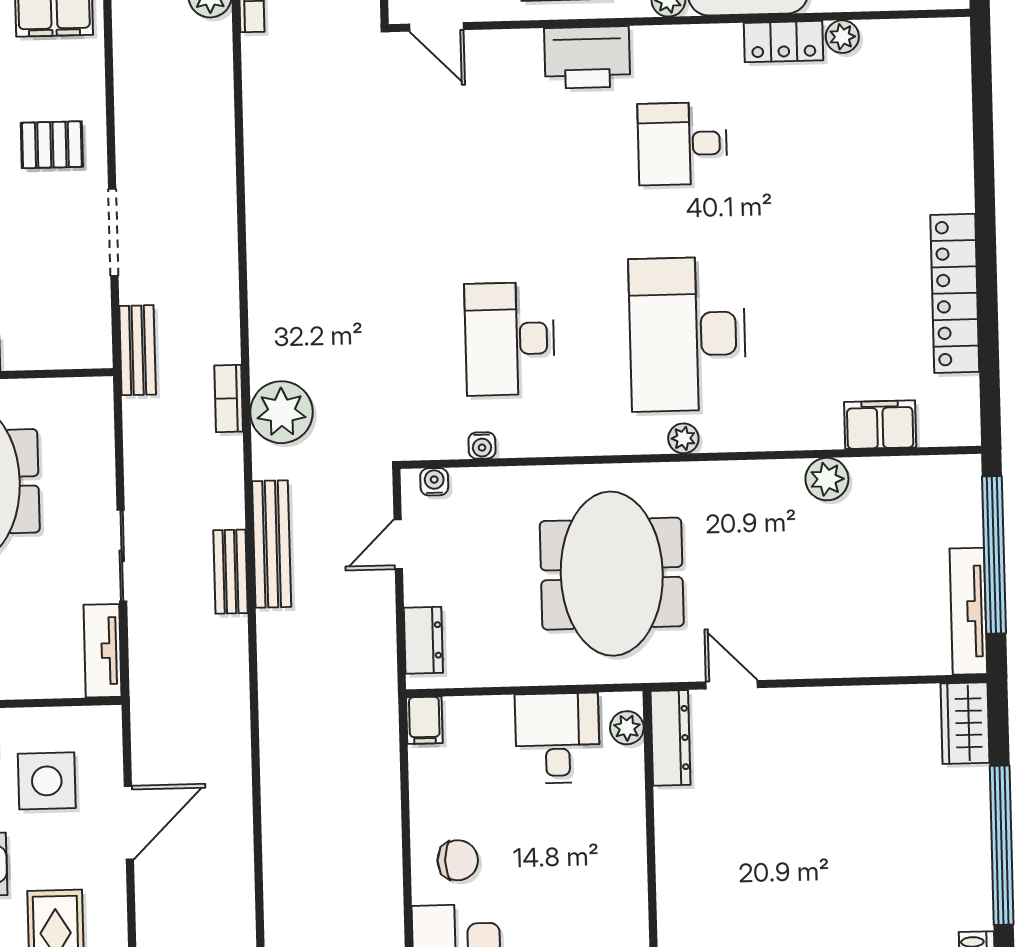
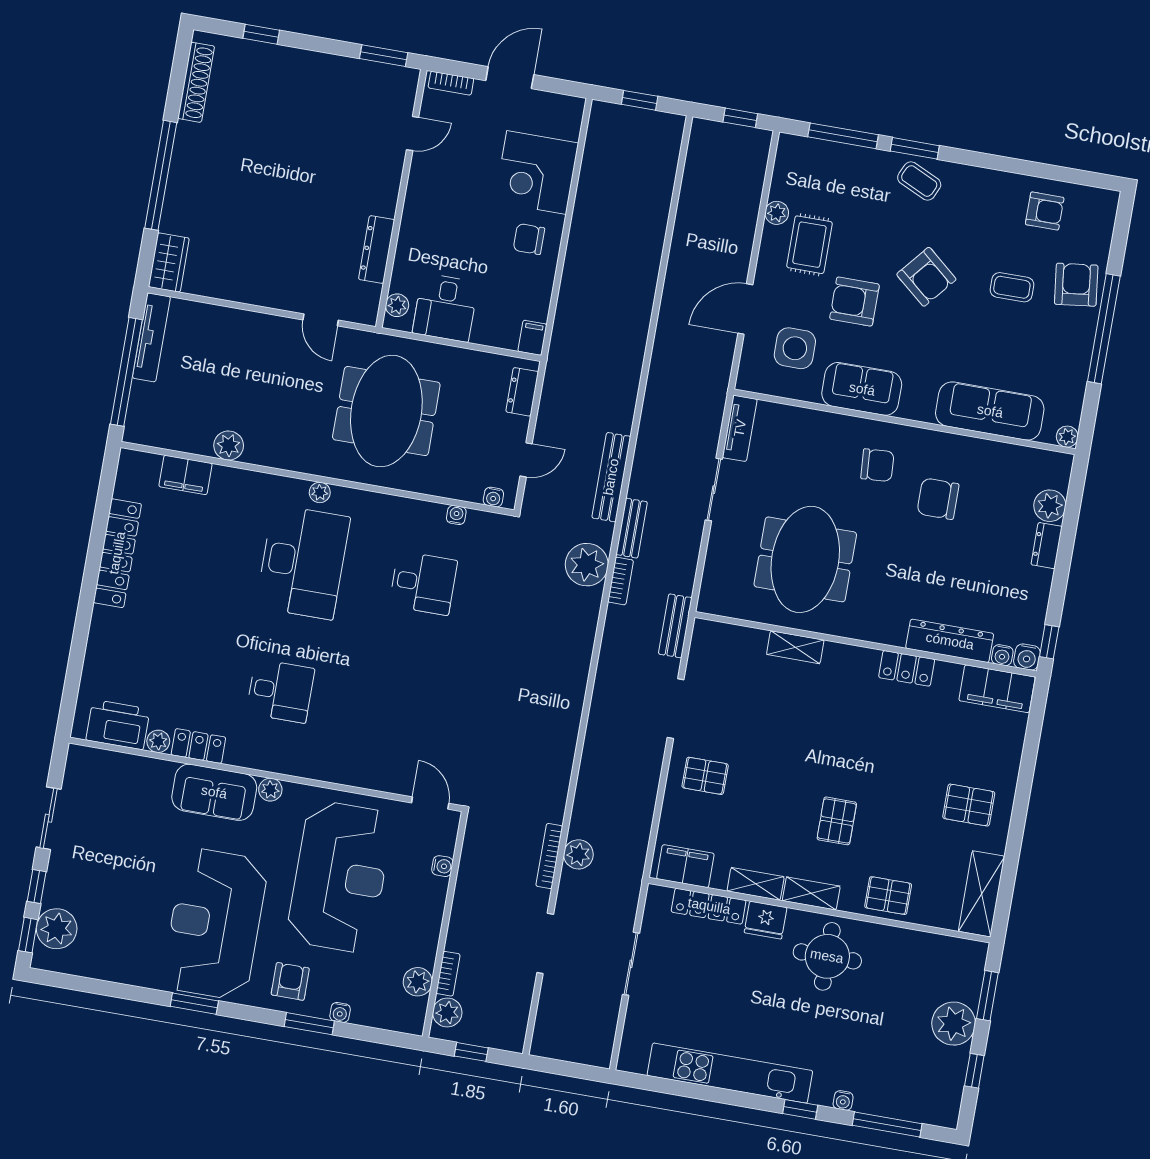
printer: (587, 57) -> (118, 725), moved
desk: (510, 339) -> (423, 583), width x0.73
bench: (231, 572) -> (632, 528), moved
dresser: (671, 738) -> (377, 250), moved

